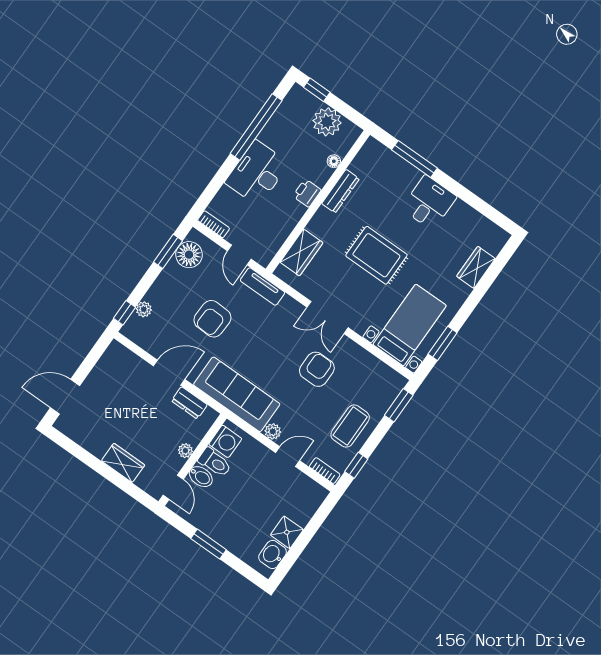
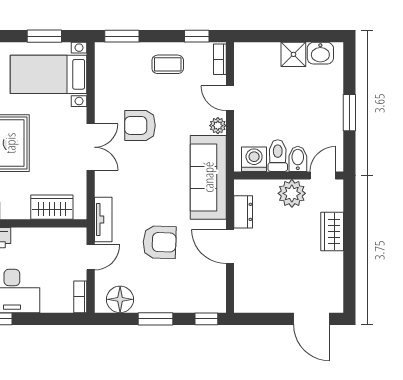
window: (168, 251) -> (156, 319), moved
plant: (144, 309) -> (192, 305), removed
coffee table: (350, 426) -> (168, 64), width x0.73, depth x0.77
plant: (185, 451) -> (292, 193), width x1.88, depth x1.88

